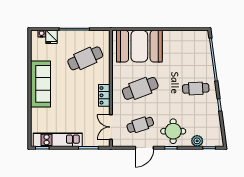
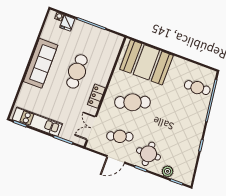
cafe table: (85, 58) -> (77, 71), moved, turned -66
cafe table: (196, 88) -> (197, 88), moved

